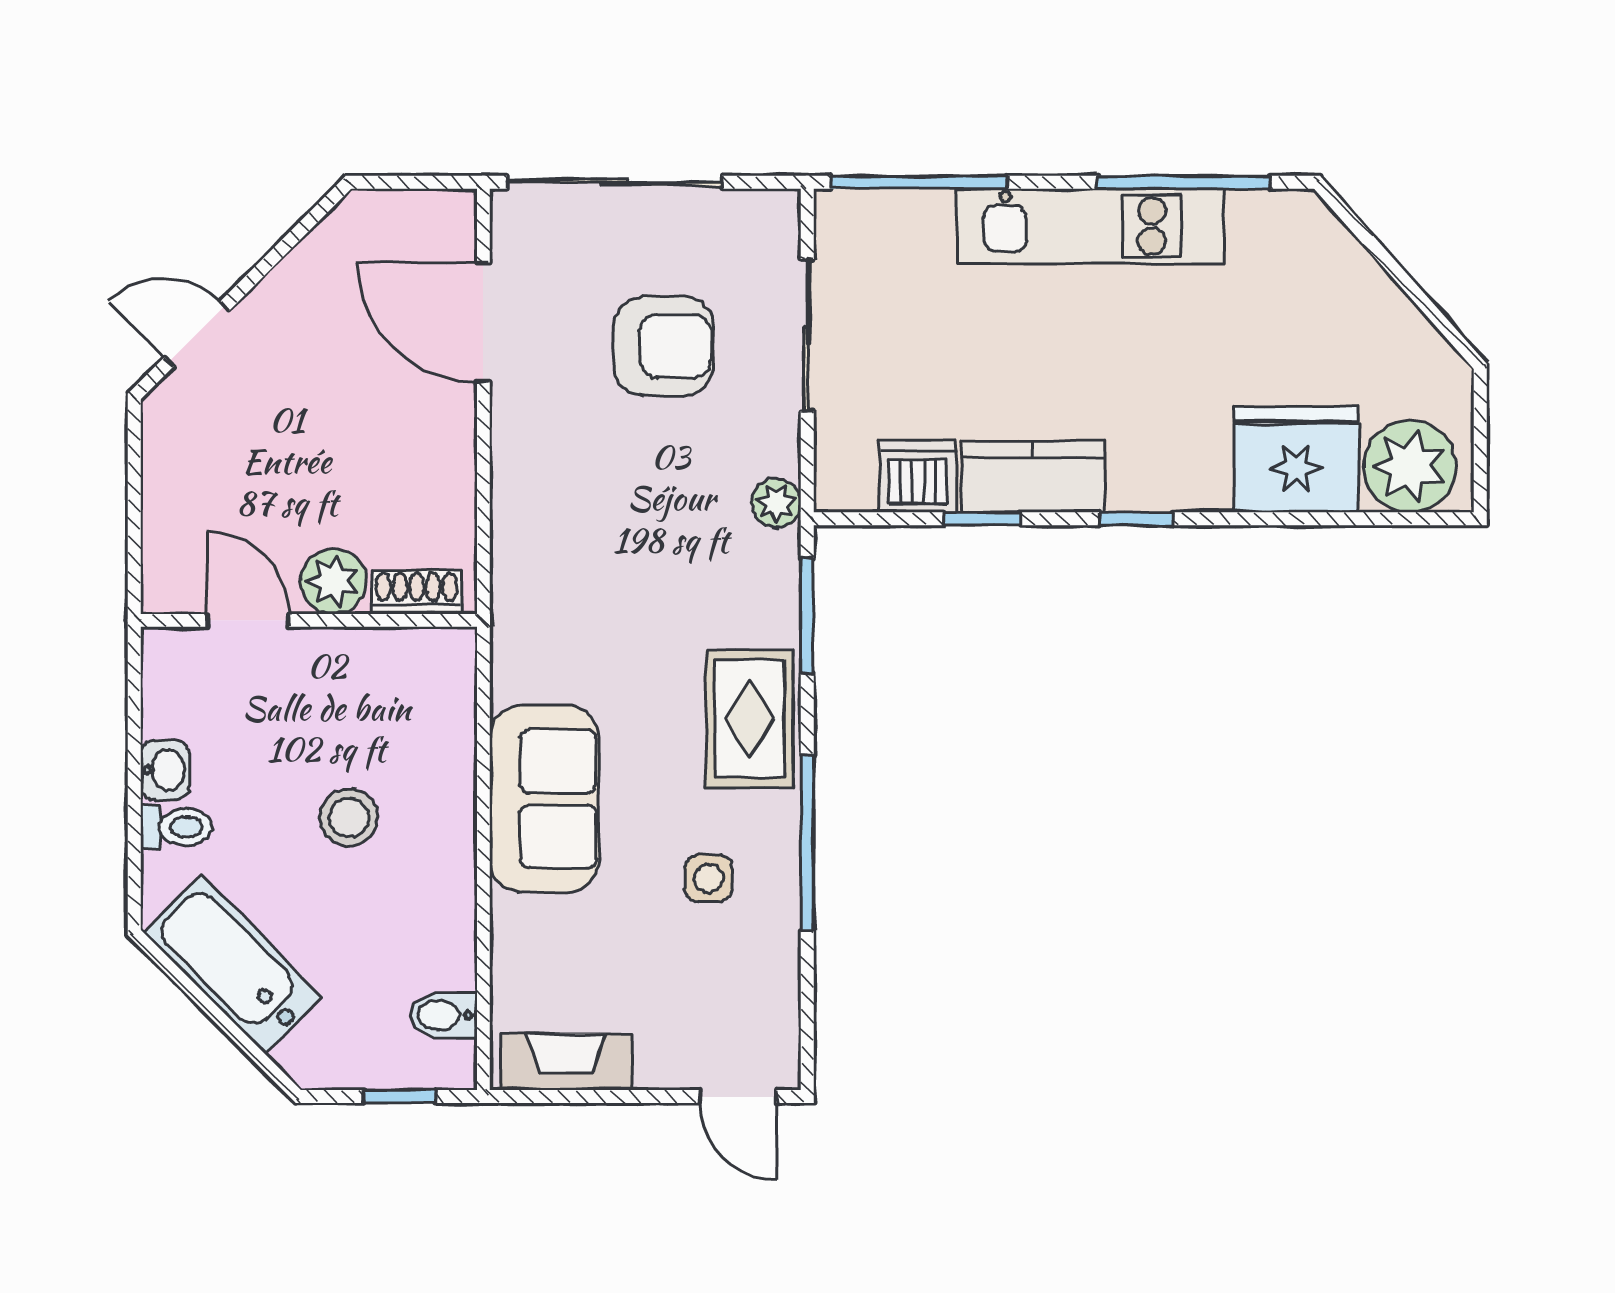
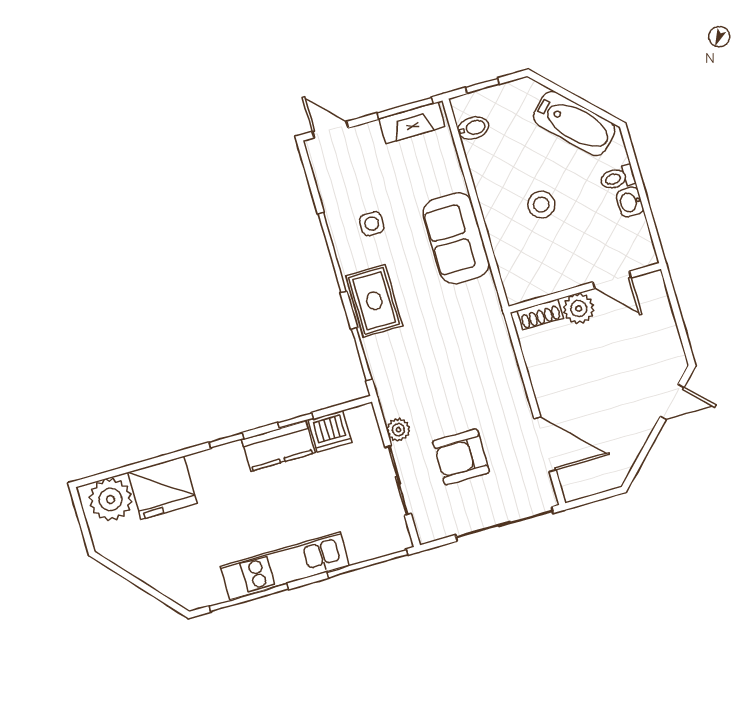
plant: (776, 503) -> (398, 430), moved
window: (572, 1097) -> (405, 108), added

